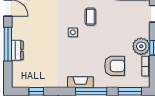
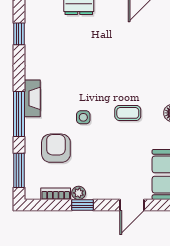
side table: (73, 32) -> (83, 117), moved
plant: (141, 46) -> (79, 193), width x0.53, depth x0.53
armchair: (115, 66) -> (56, 148), turned 180

